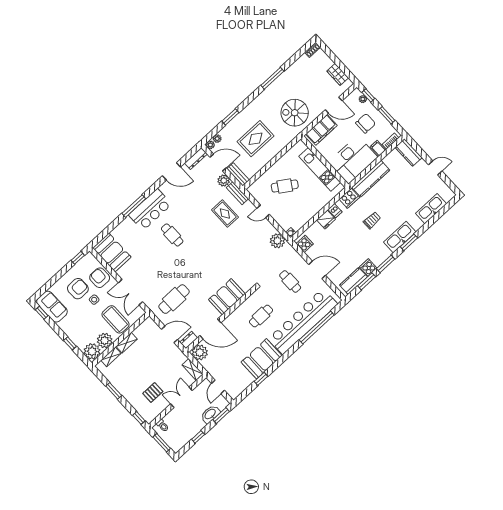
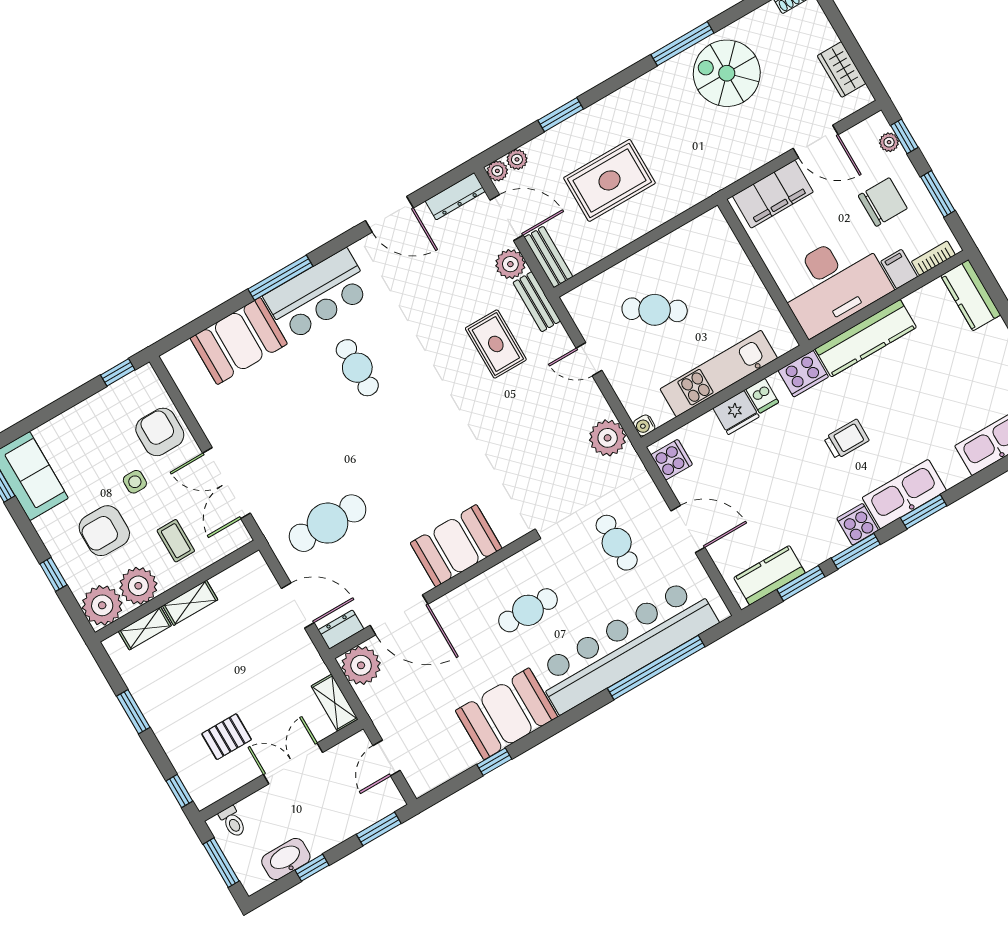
spiral stairs: (295, 113) -> (727, 73), moved
kitchen unit: (320, 169) -> (719, 374), moved, turned 90
booth: (112, 252) -> (239, 341), moved, turned 90
cooker: (368, 267) -> (858, 524), moved
armchair: (78, 289) -> (104, 531), moved, turned 180
coffee table: (116, 319) -> (176, 541), width x0.54, depth x0.58
washbasin: (210, 414) -> (286, 859), moved

